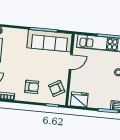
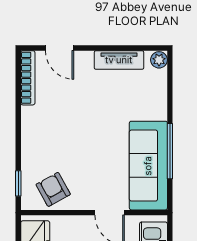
armchair: (32, 87) -> (51, 139), removed

